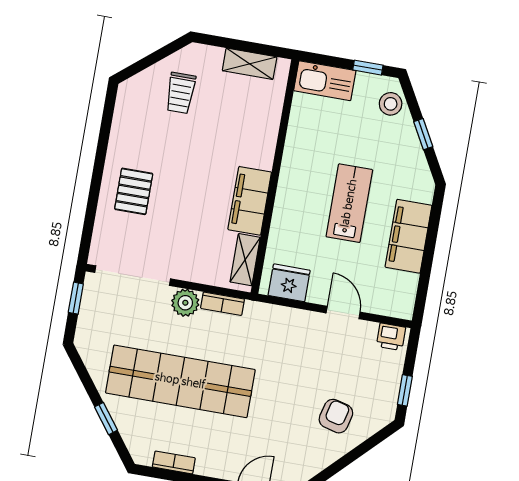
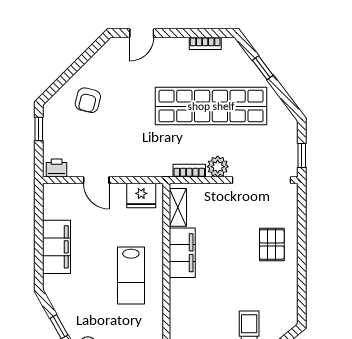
lab bench: (349, 203) -> (131, 275), moved

